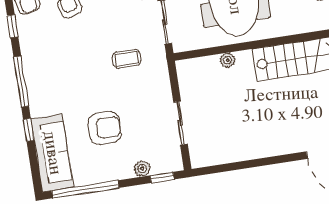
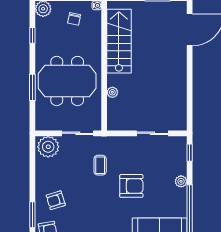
armchair: (105, 128) -> (131, 186), moved, turned 90
plant: (142, 169) -> (181, 181), moved

